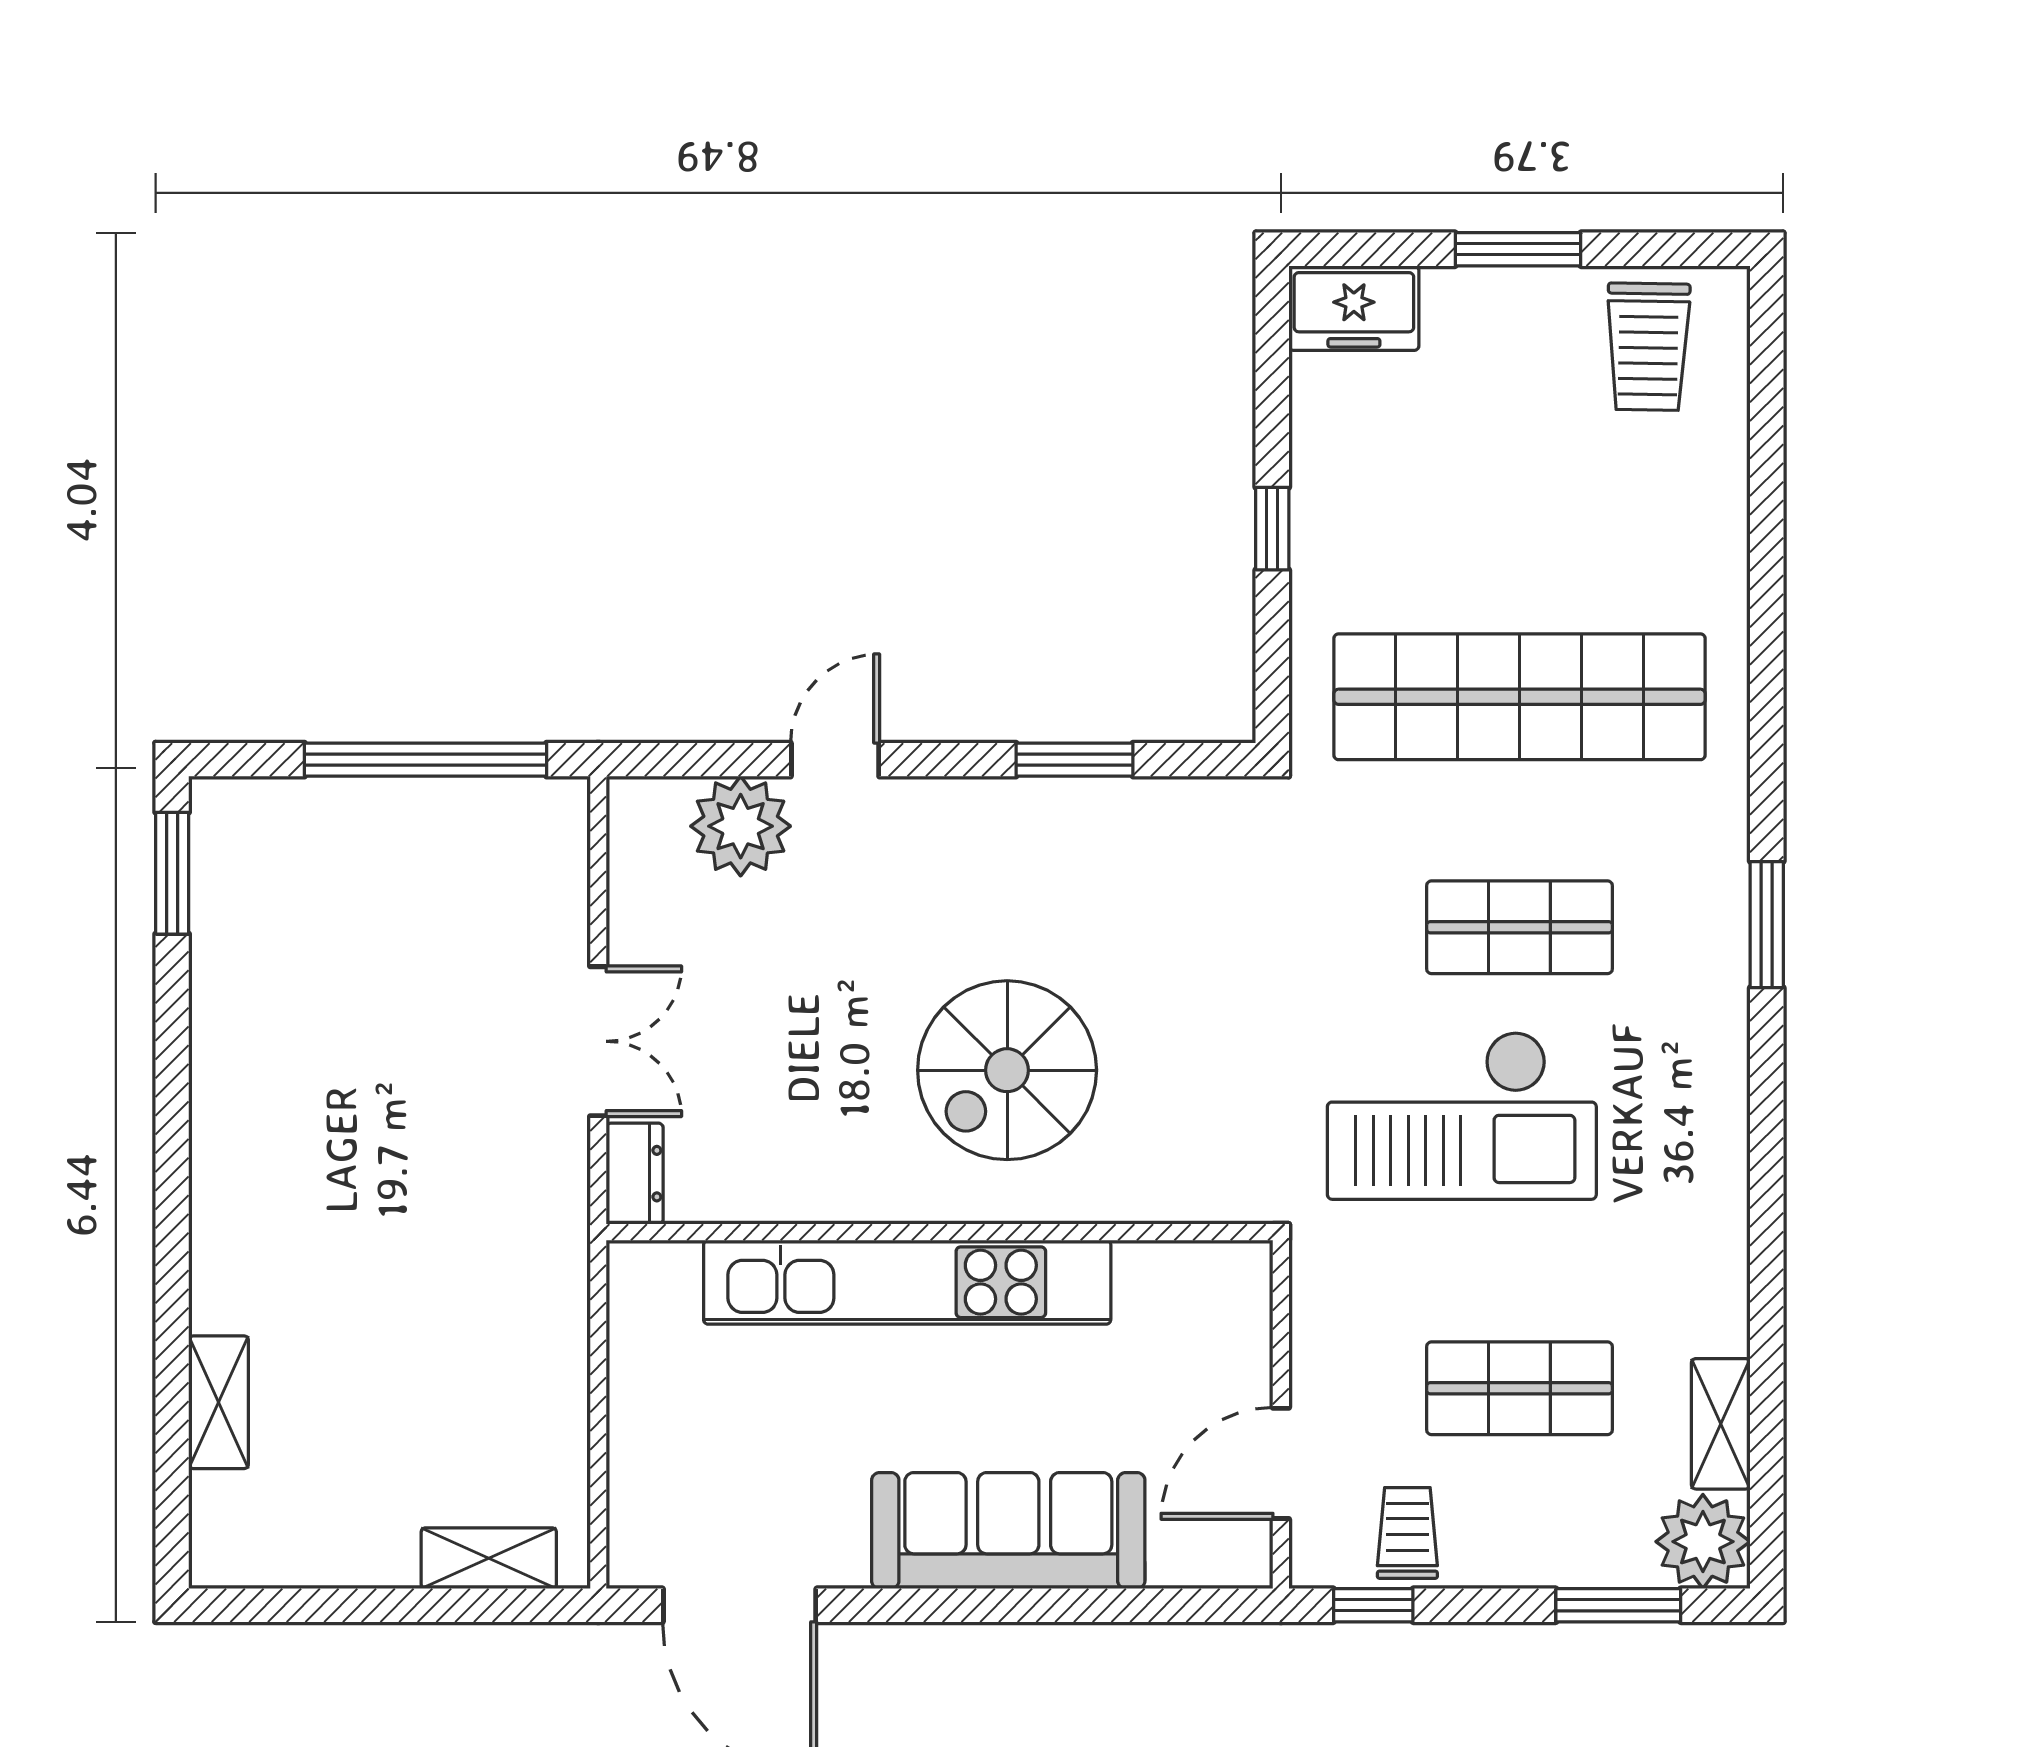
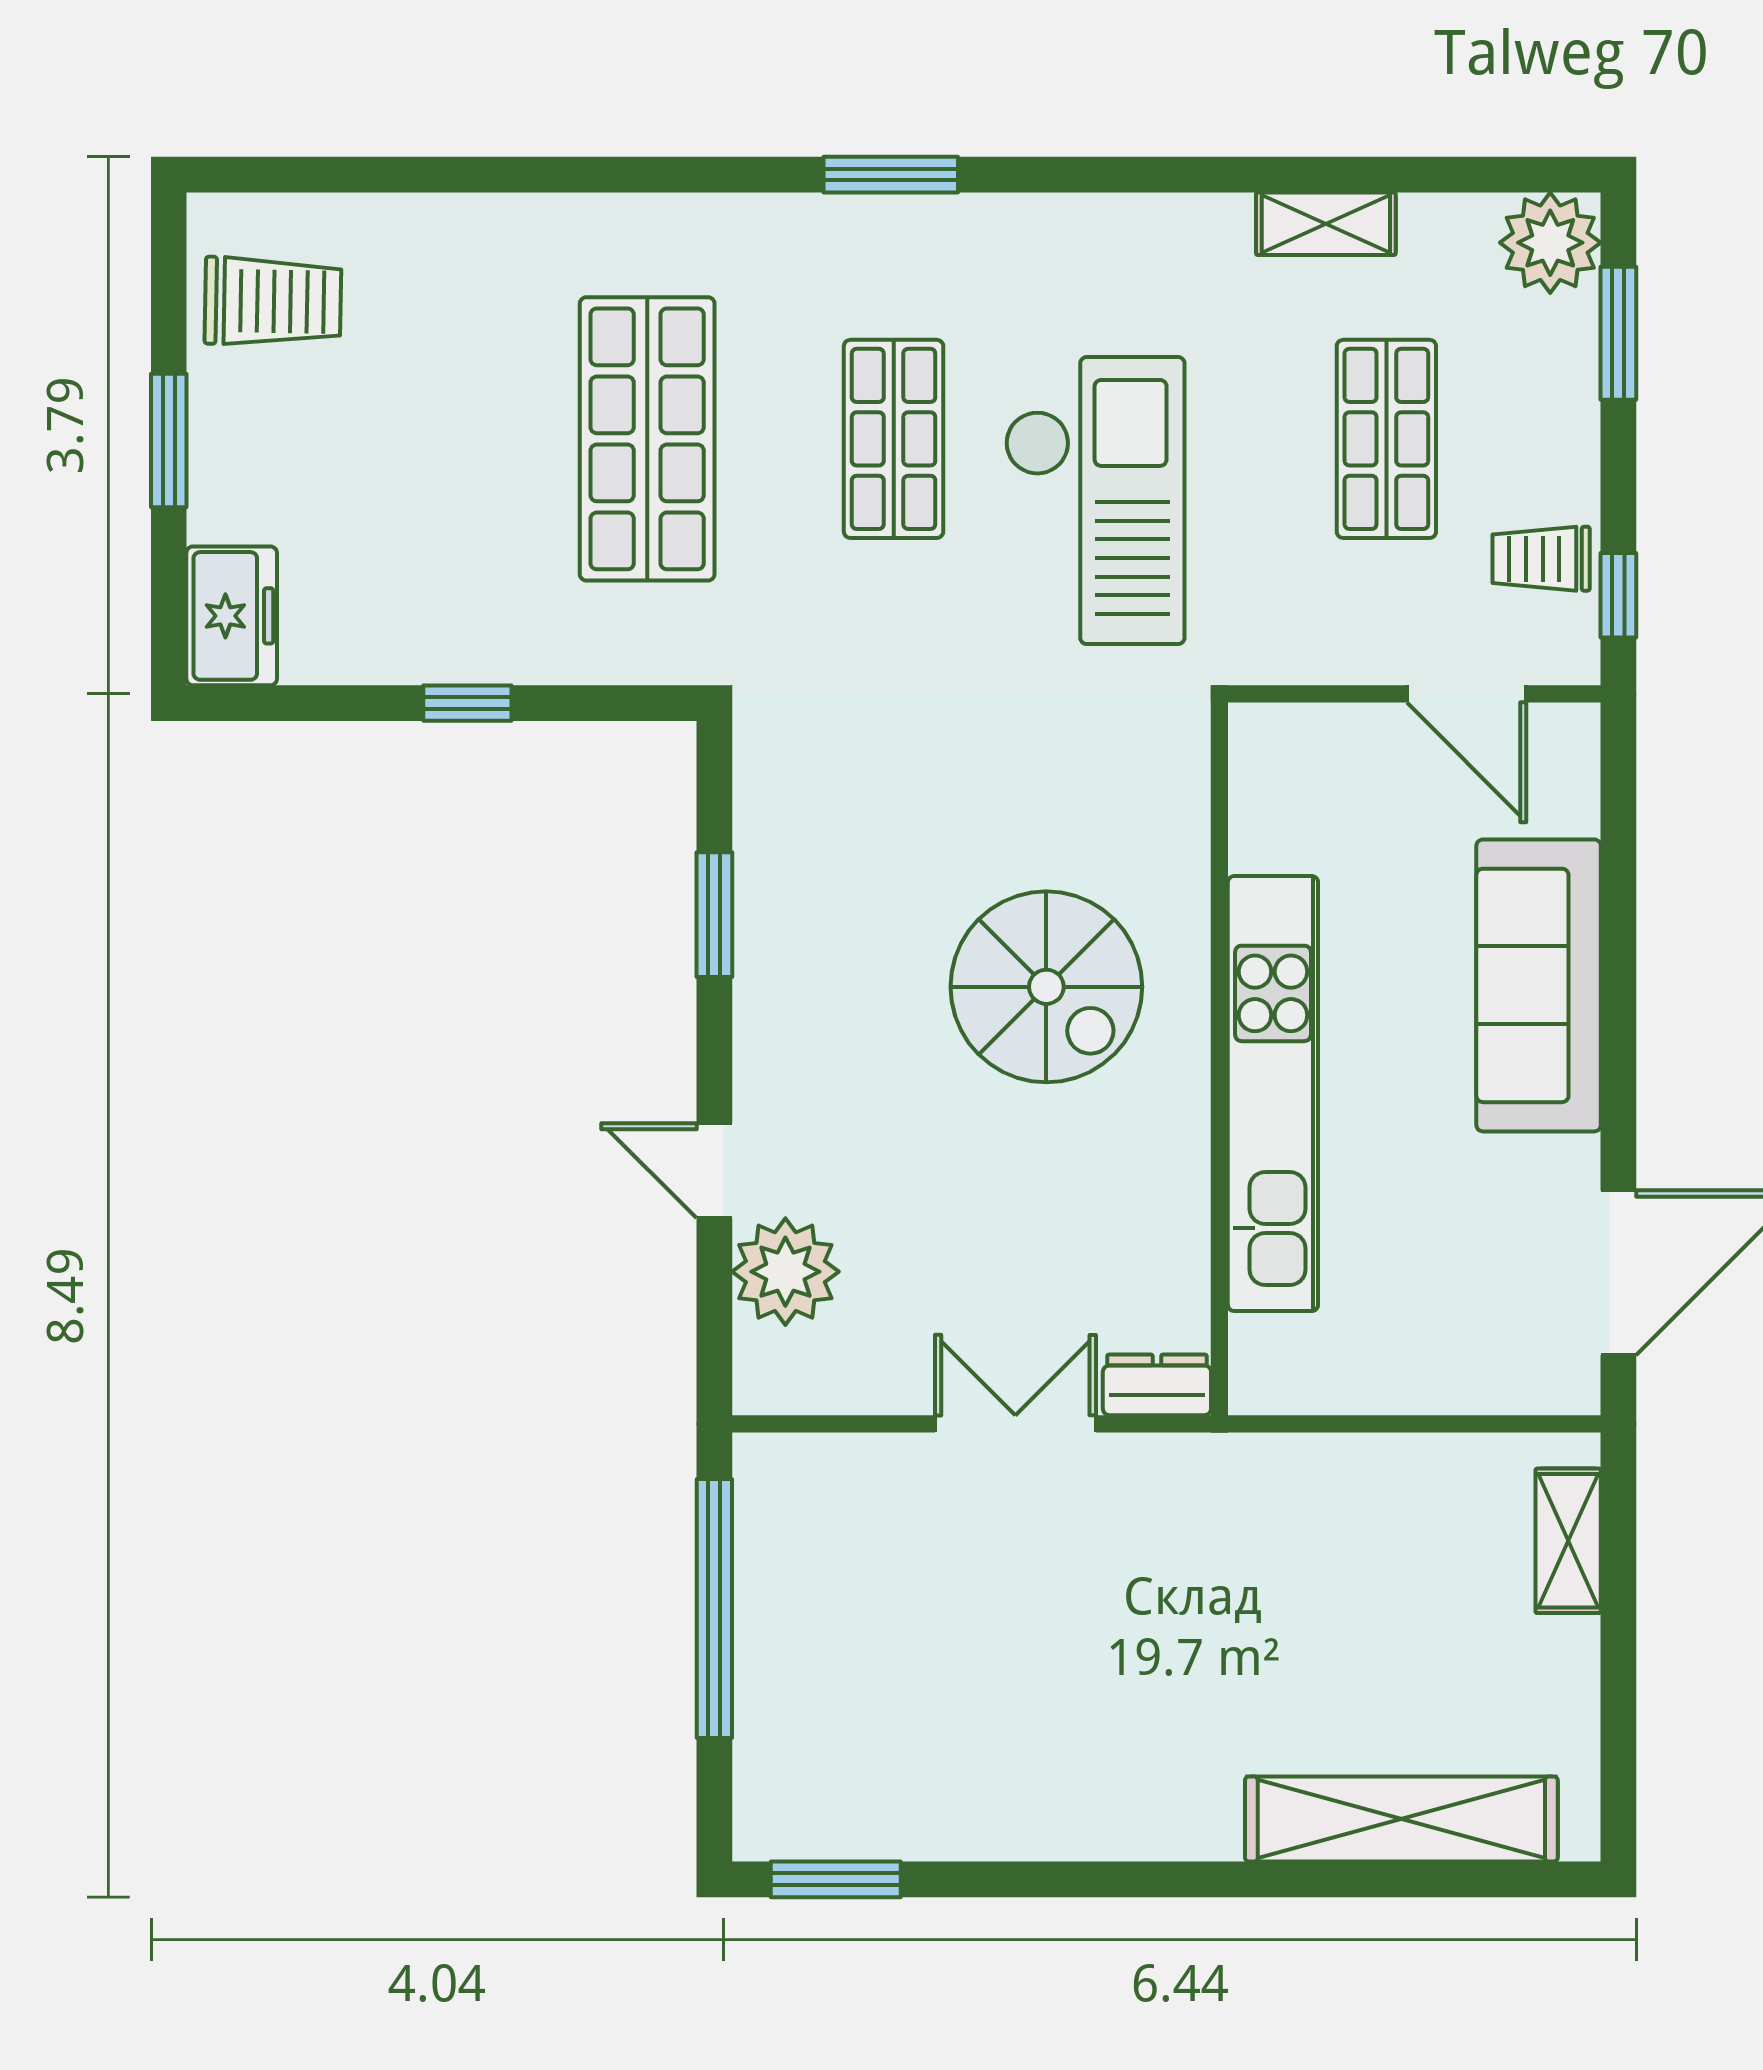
shop shelf: (1519, 697) -> (647, 439), width x0.71
shelving: (219, 1402) -> (1401, 1819), width x2.20, depth x1.33
shelving: (1721, 1424) -> (1326, 224), moved

